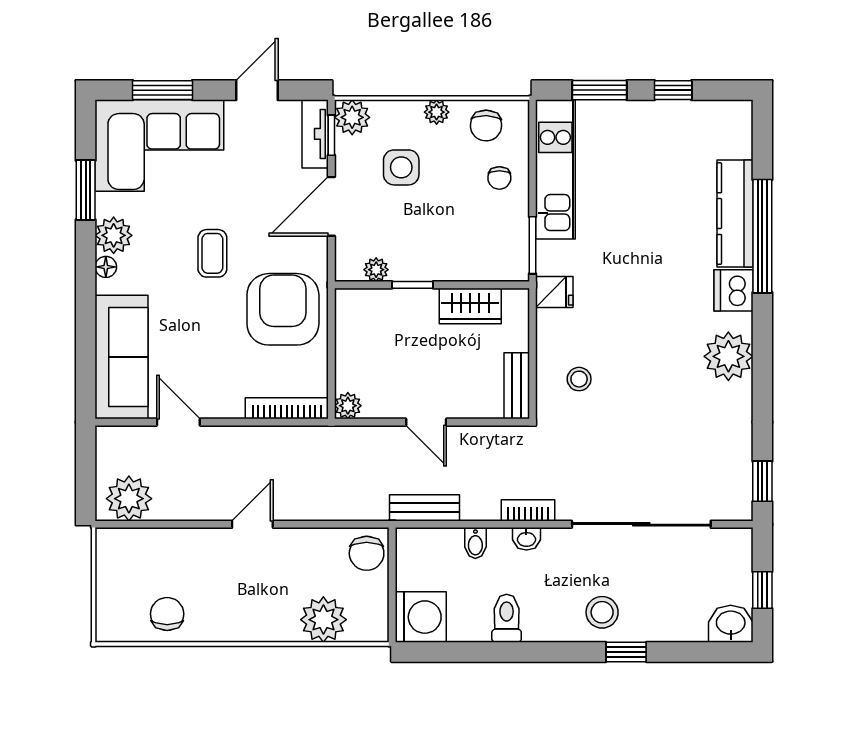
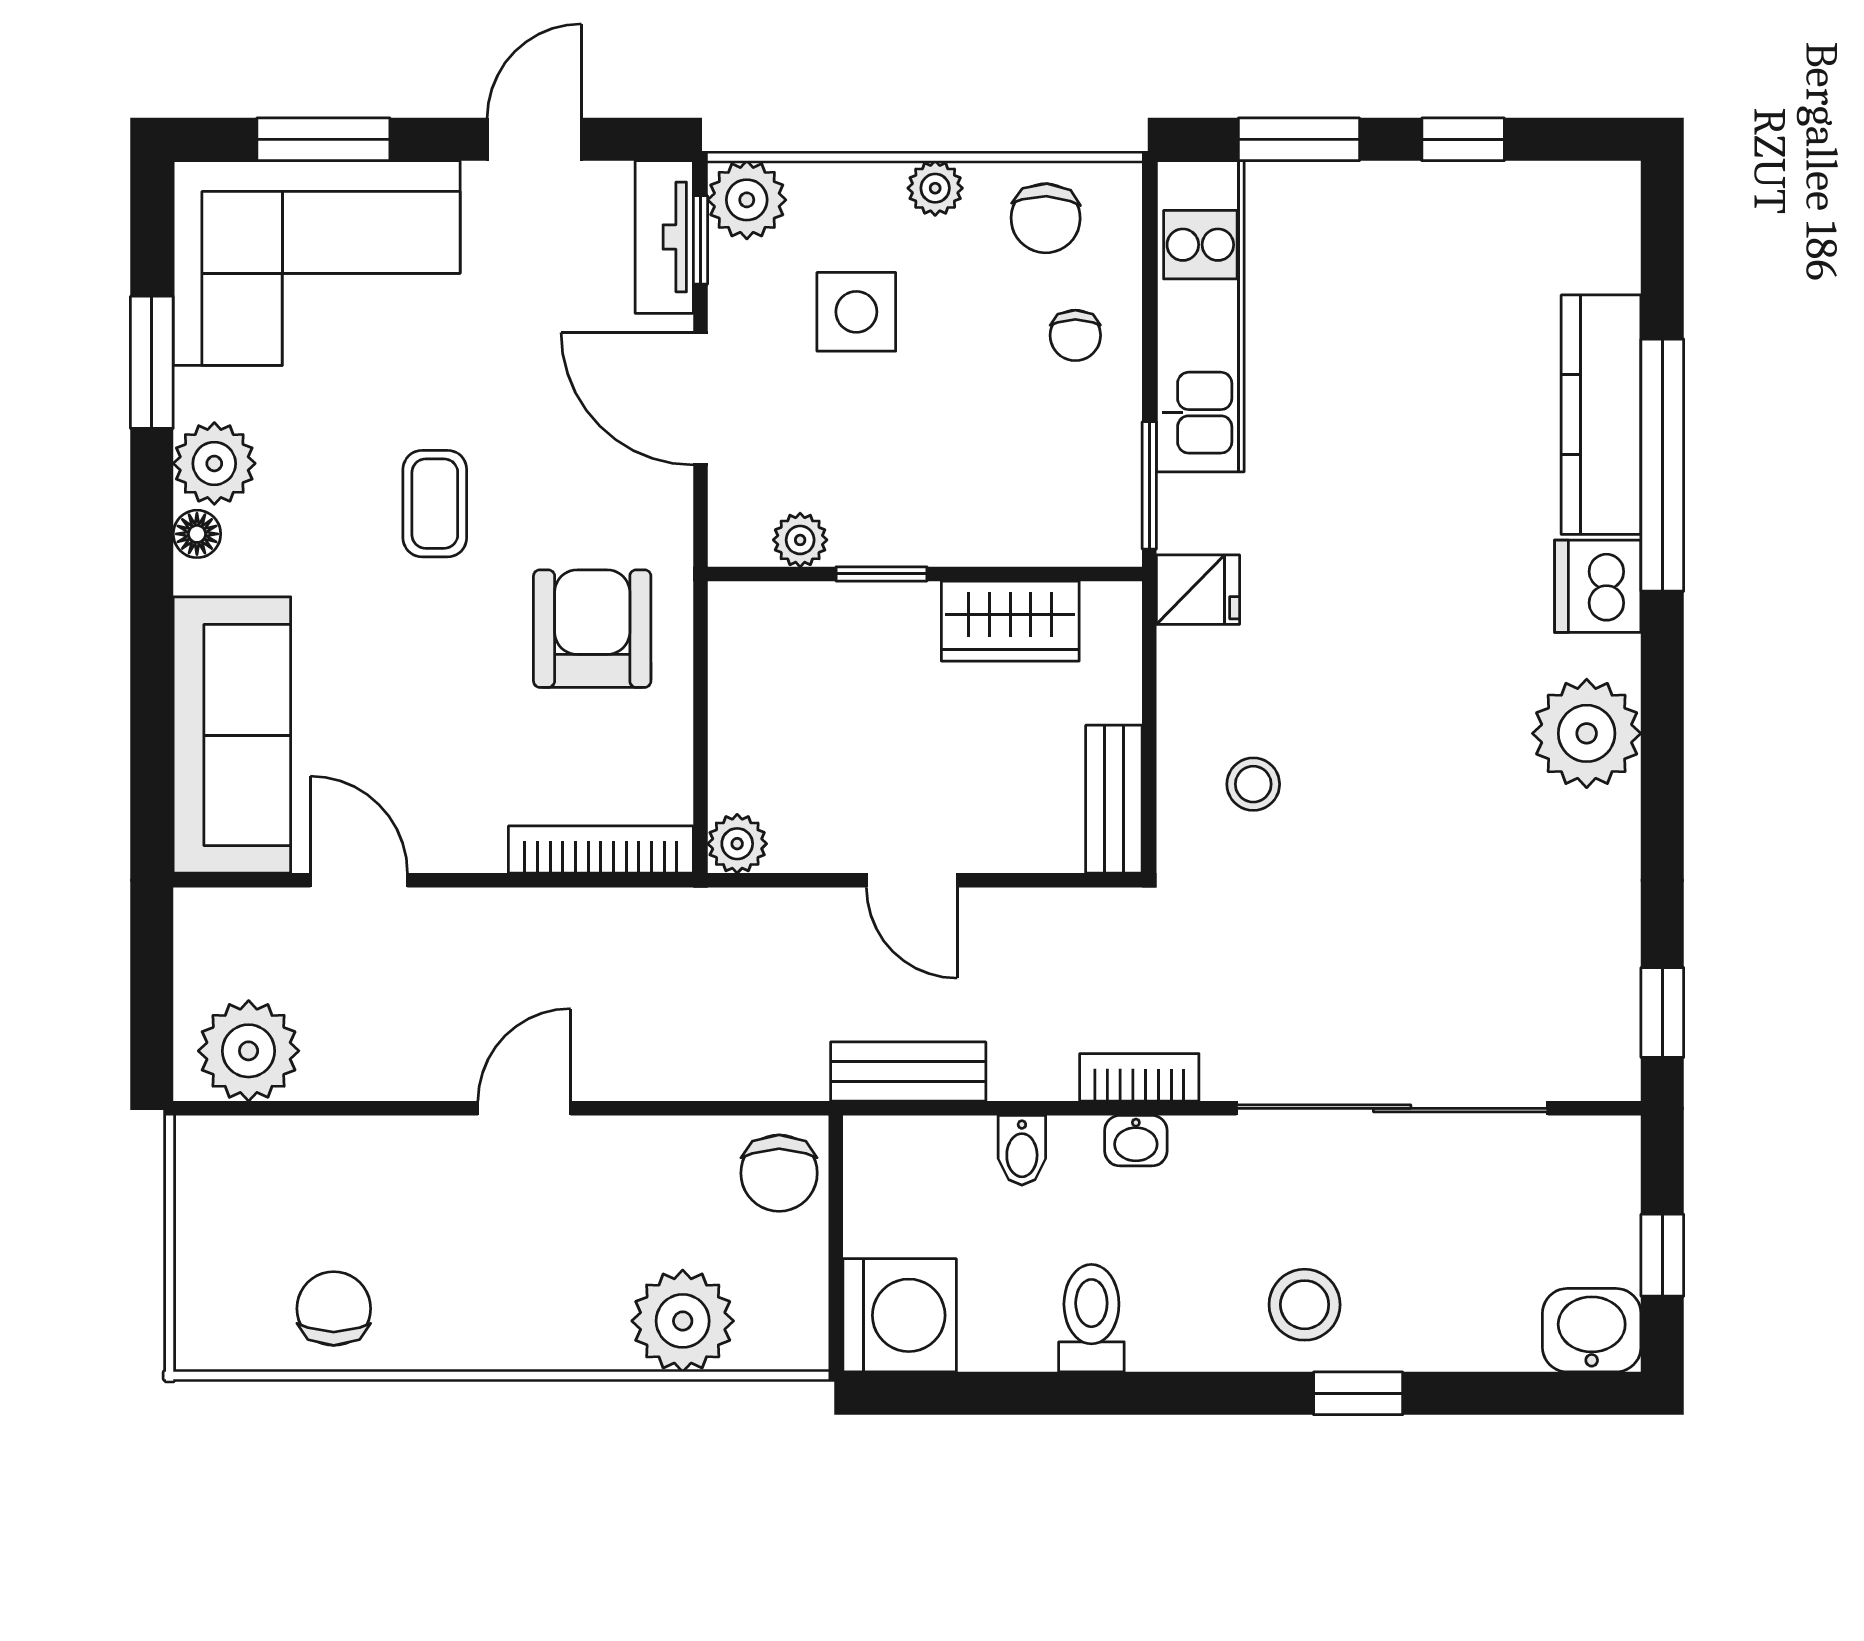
door: (331, 206) -> (700, 399), hinge flipped
armchair: (283, 309) -> (592, 629), width x0.73, depth x0.73

